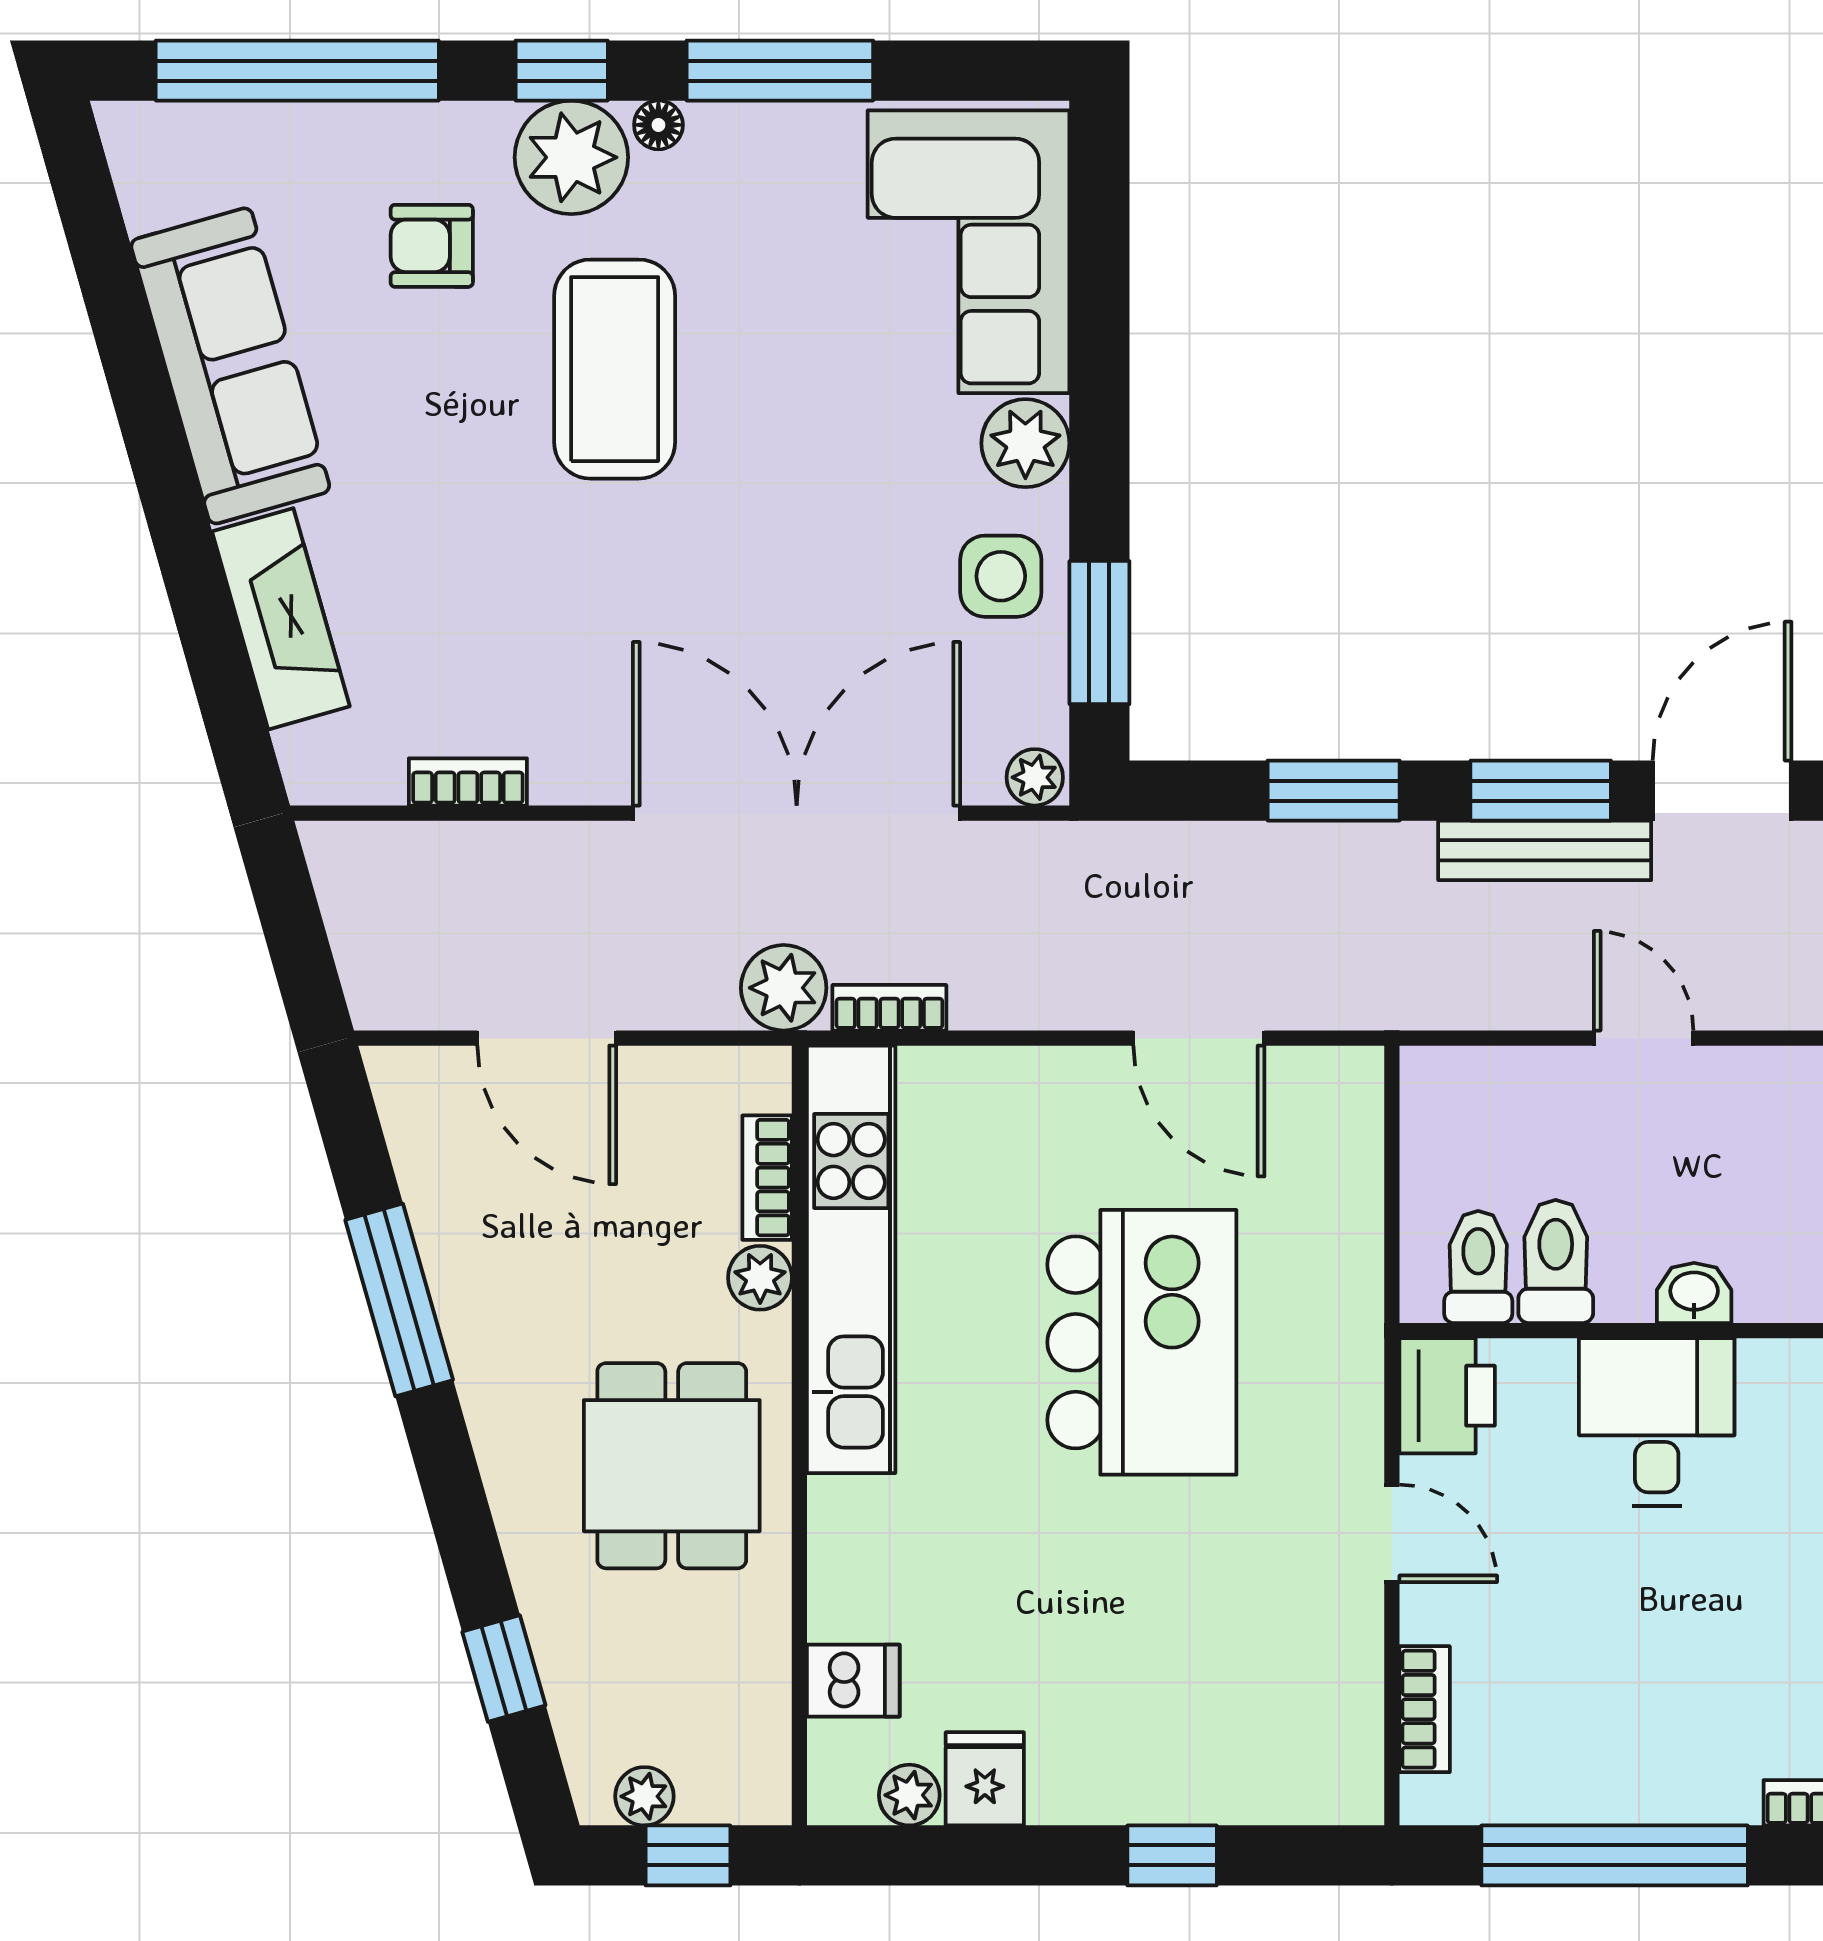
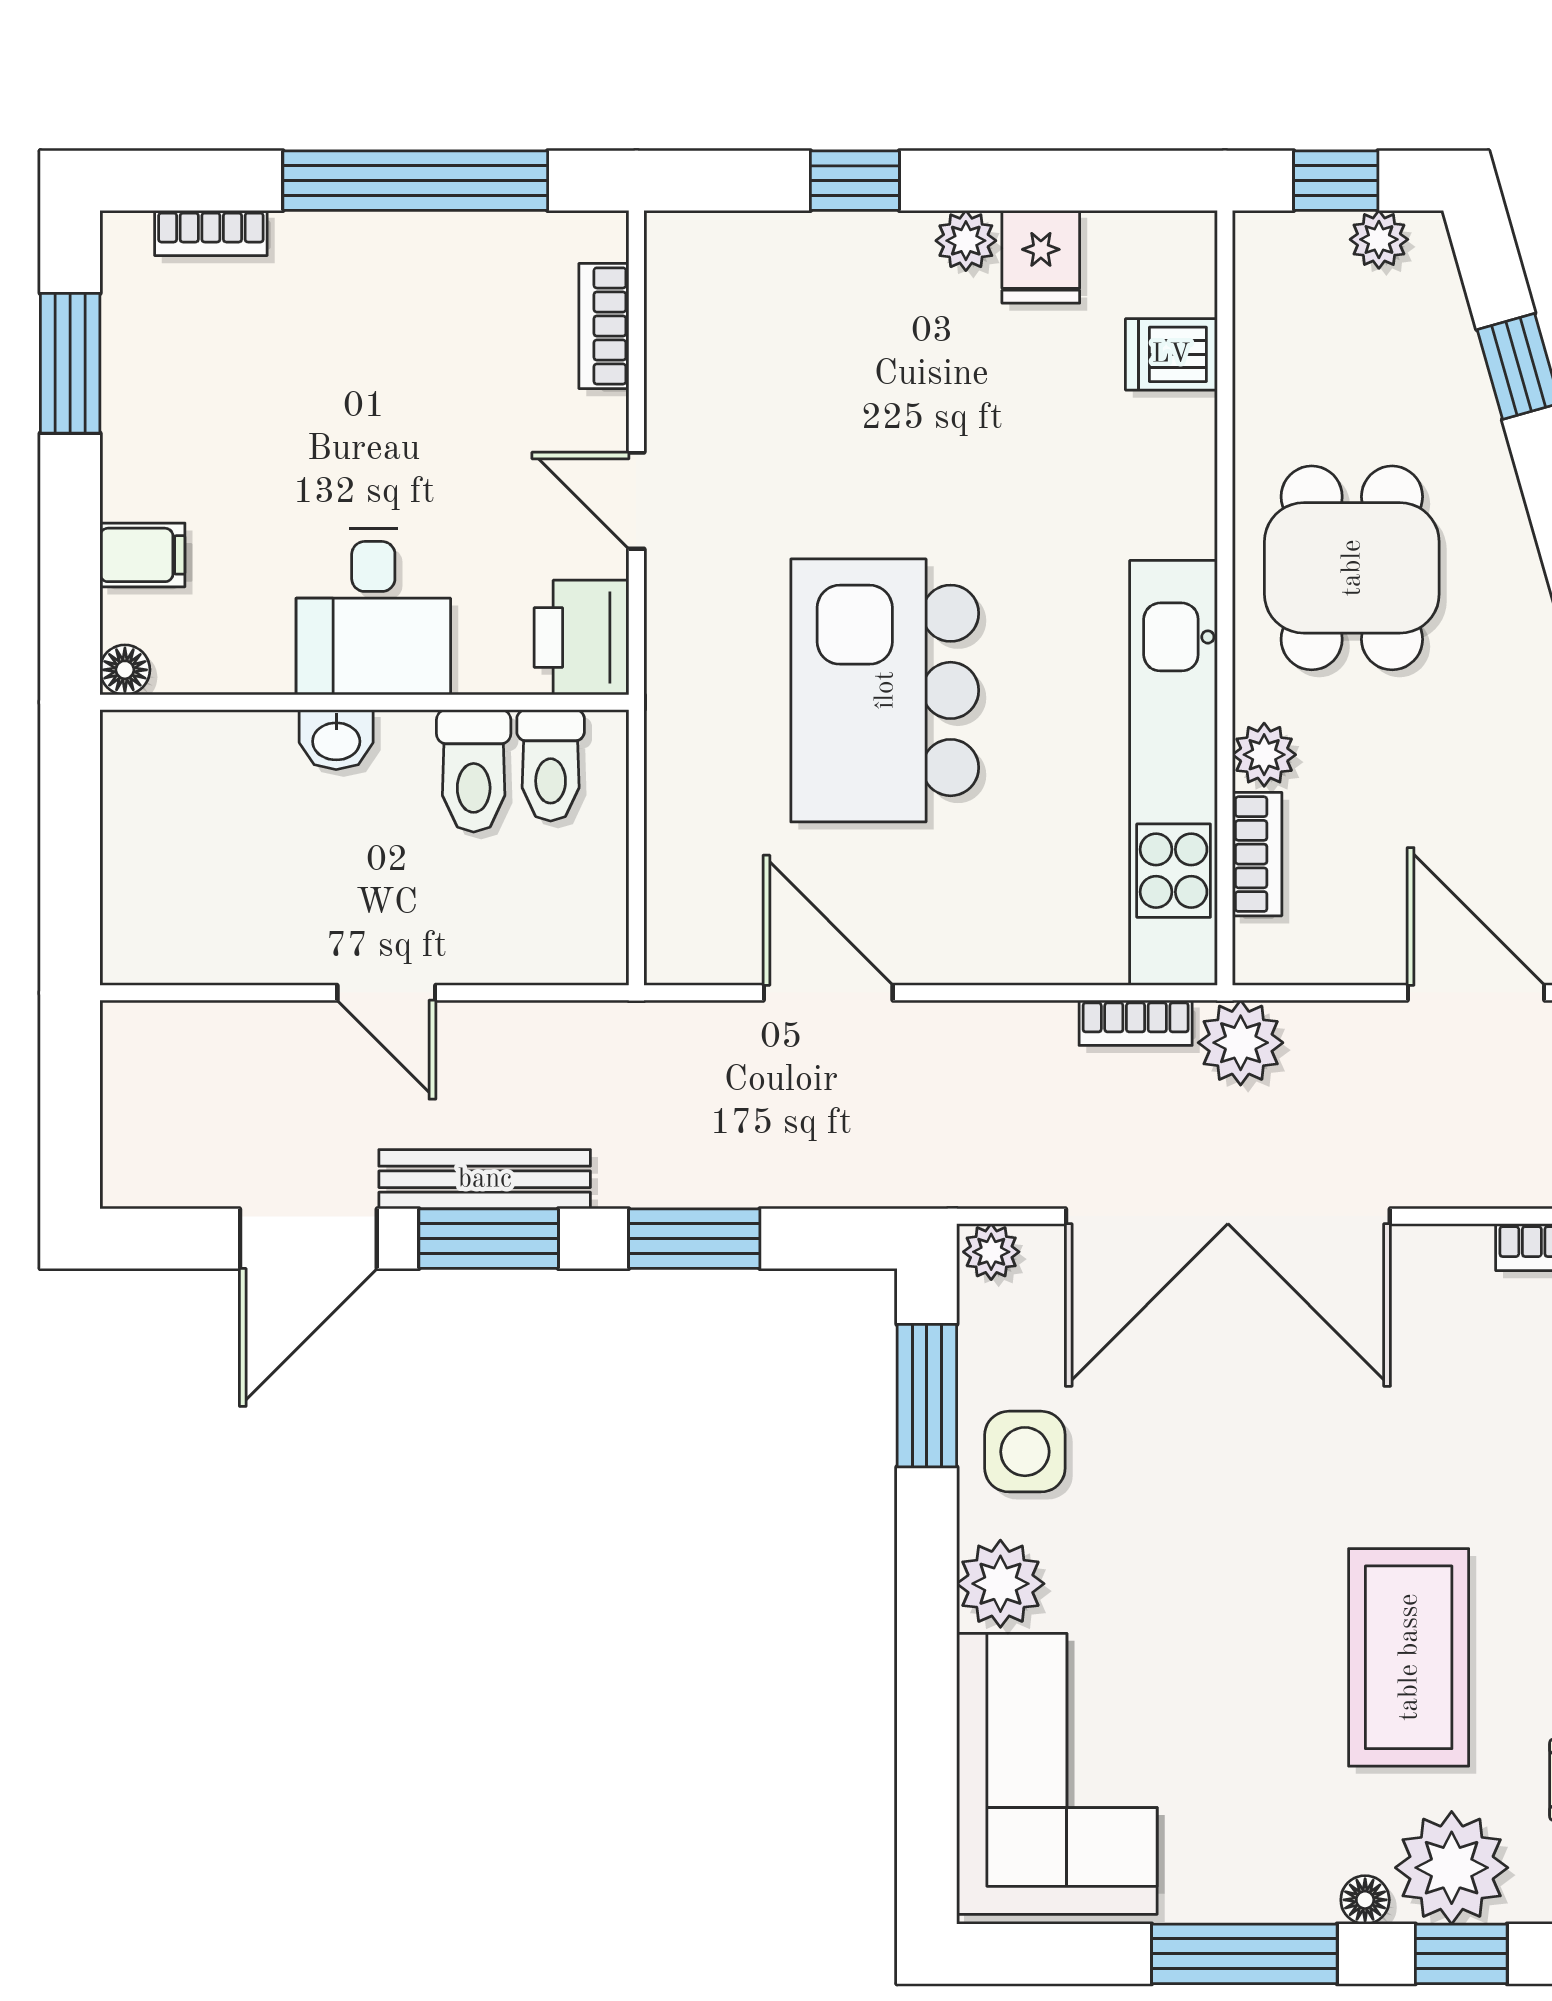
plant: (909, 1795) -> (966, 241), moved

